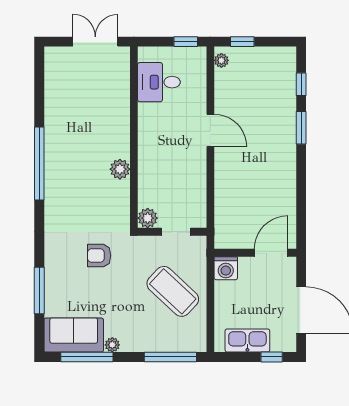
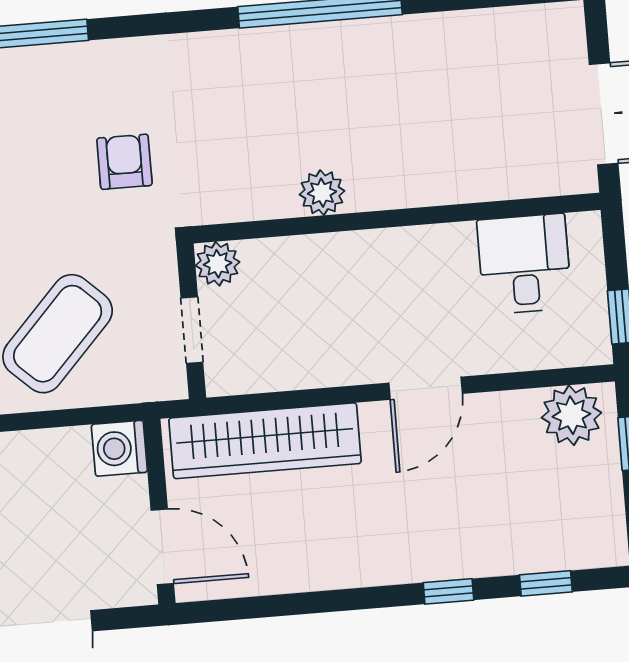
plant: (221, 60) -> (571, 415), width x1.88, depth x1.88
window: (301, 128) -> (448, 591), width x0.67
wardrobe: (228, 203) -> (265, 441), added

